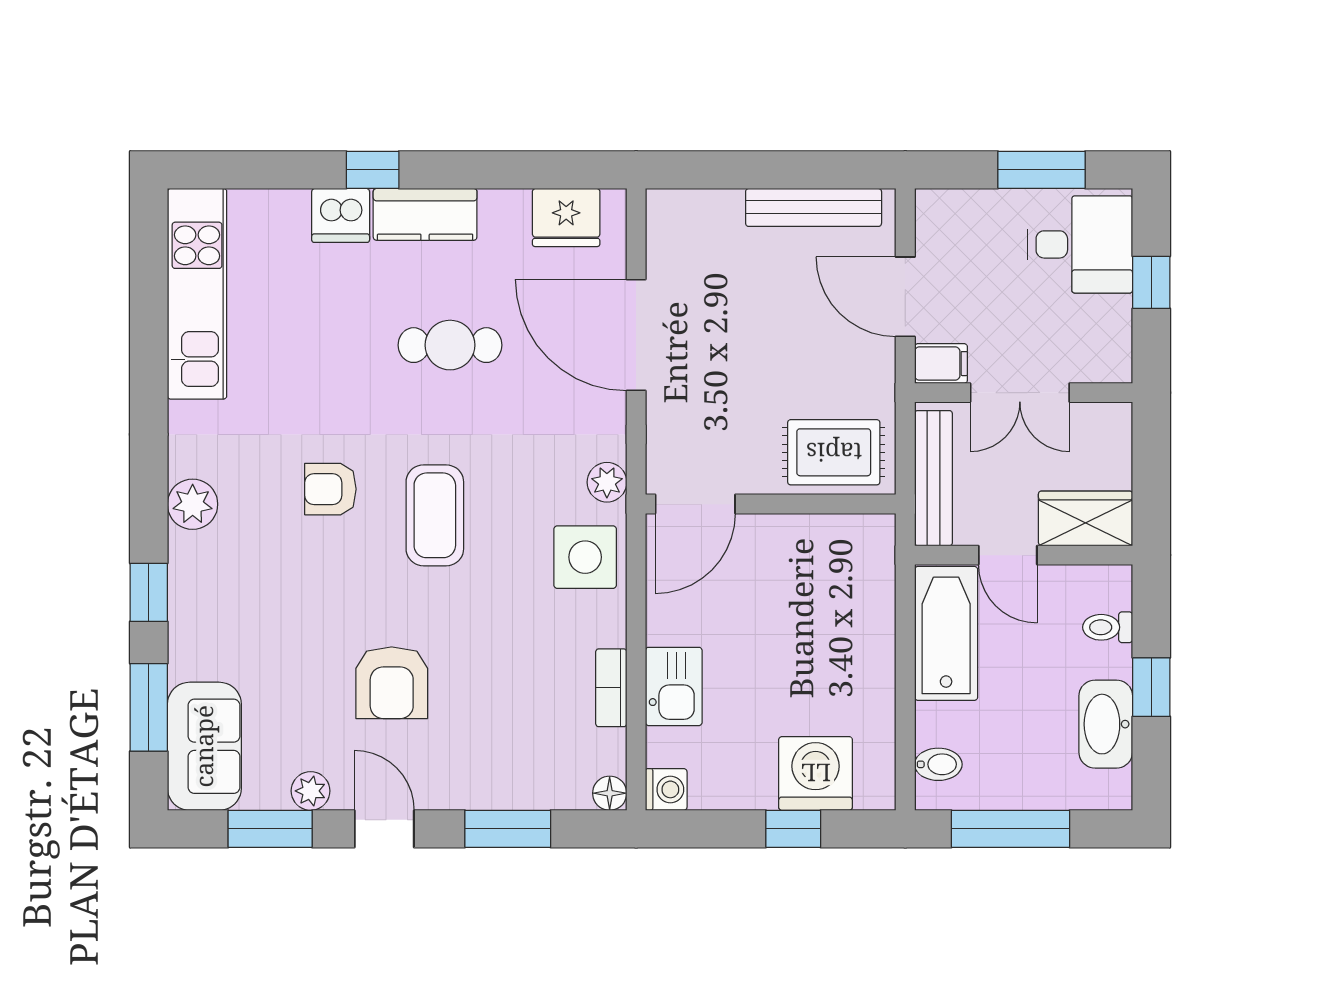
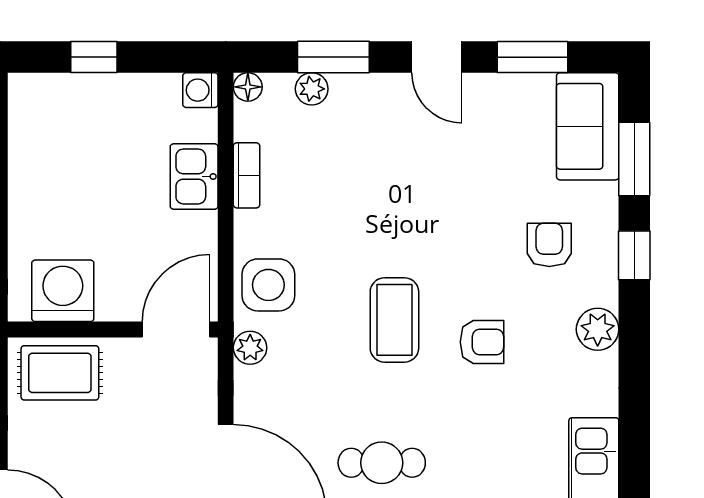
armchair: (392, 683) -> (549, 245), moved, width x0.72, depth x0.72
washing machine: (816, 773) -> (63, 291), moved, turned 180
plant: (311, 791) -> (312, 89), moved

